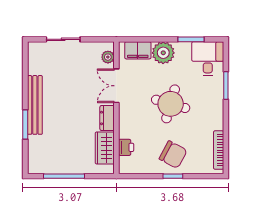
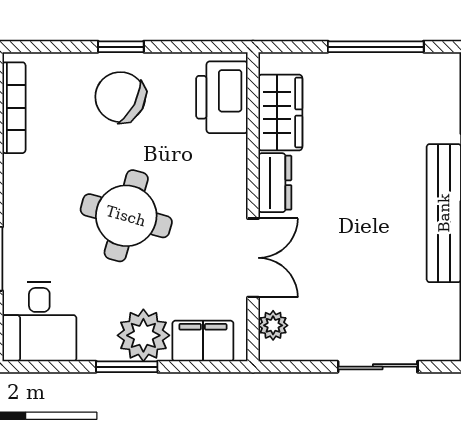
window: (191, 39) -> (127, 367), moved
printer: (126, 147) -> (222, 97), width x1.87, depth x1.48

